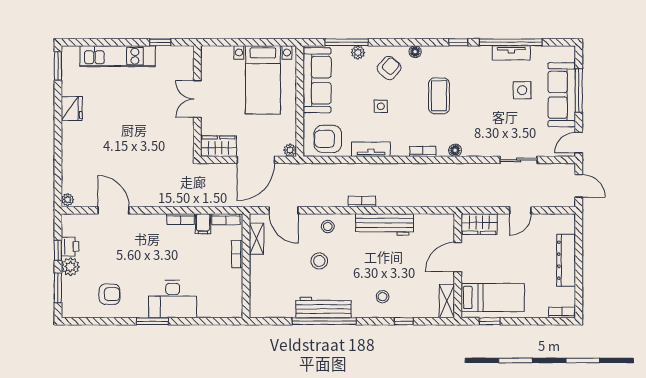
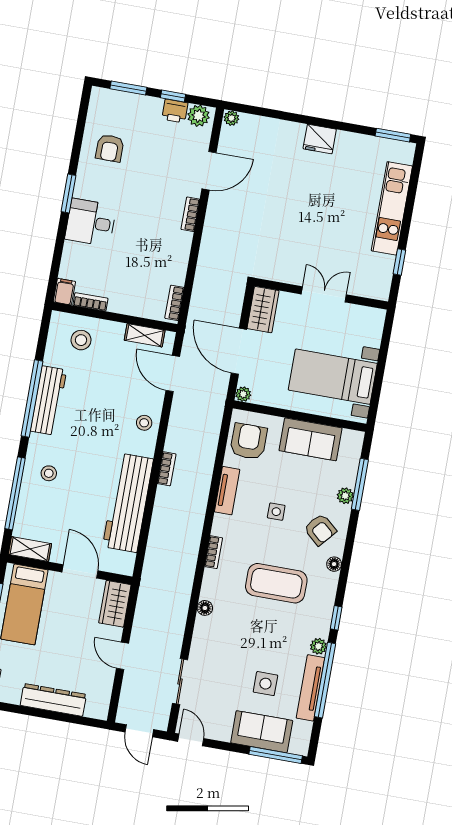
plant: (484, 52) -> (318, 646), added
tv unit: (511, 53) -> (311, 688), width x1.41
sofa: (317, 80) -> (311, 439), width x0.73
window: (579, 90) -> (276, 755), moved
sofa: (562, 95) -> (262, 732), width x0.73
coffee table: (439, 96) -> (276, 583), width x1.36, depth x1.32
fridge: (72, 109) -> (320, 139), moved
floor lamp: (455, 150) -> (205, 608), moved
sliding door: (519, 160) -> (180, 681), moved
door: (579, 186) -> (139, 731), hinge flipped
door: (284, 210) -> (173, 373), hinge flipped
bookcase: (180, 219) -> (190, 214), moved
filing cabinet: (203, 224) -> (64, 292), moved, turned 90
workbench: (385, 225) -> (128, 503), width x1.36, depth x1.32
bookcase: (237, 254) -> (90, 302), moved
stool: (319, 261) -> (81, 340), moved
plant: (70, 267) -> (199, 116), moved
desk: (173, 299) -> (91, 222), width x0.73
window: (404, 321) -> (15, 493), width x3.17

